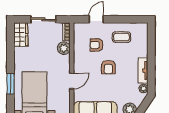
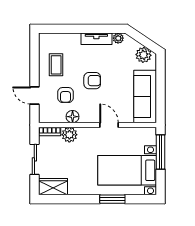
floor lamp: (79, 51) -> (73, 117), added

